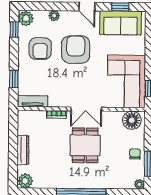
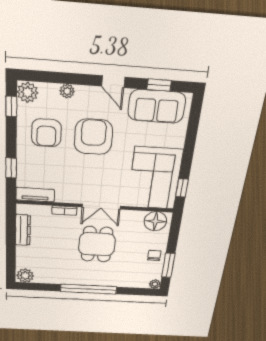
dresser: (23, 150) -> (23, 230), moved

